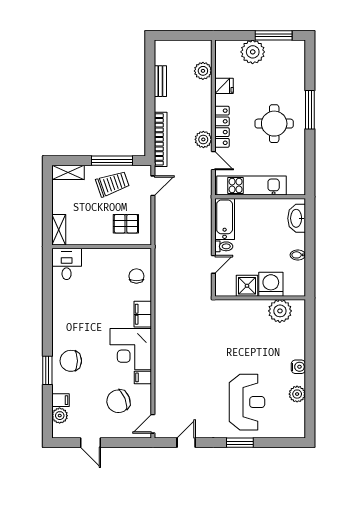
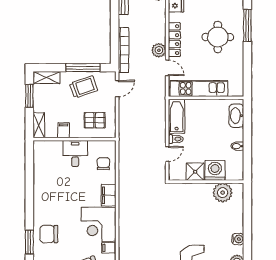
window: (47, 194) -> (29, 96), added
filing cabinet: (89, 236) -> (64, 130), added
desk: (67, 264) -> (75, 154), moved

